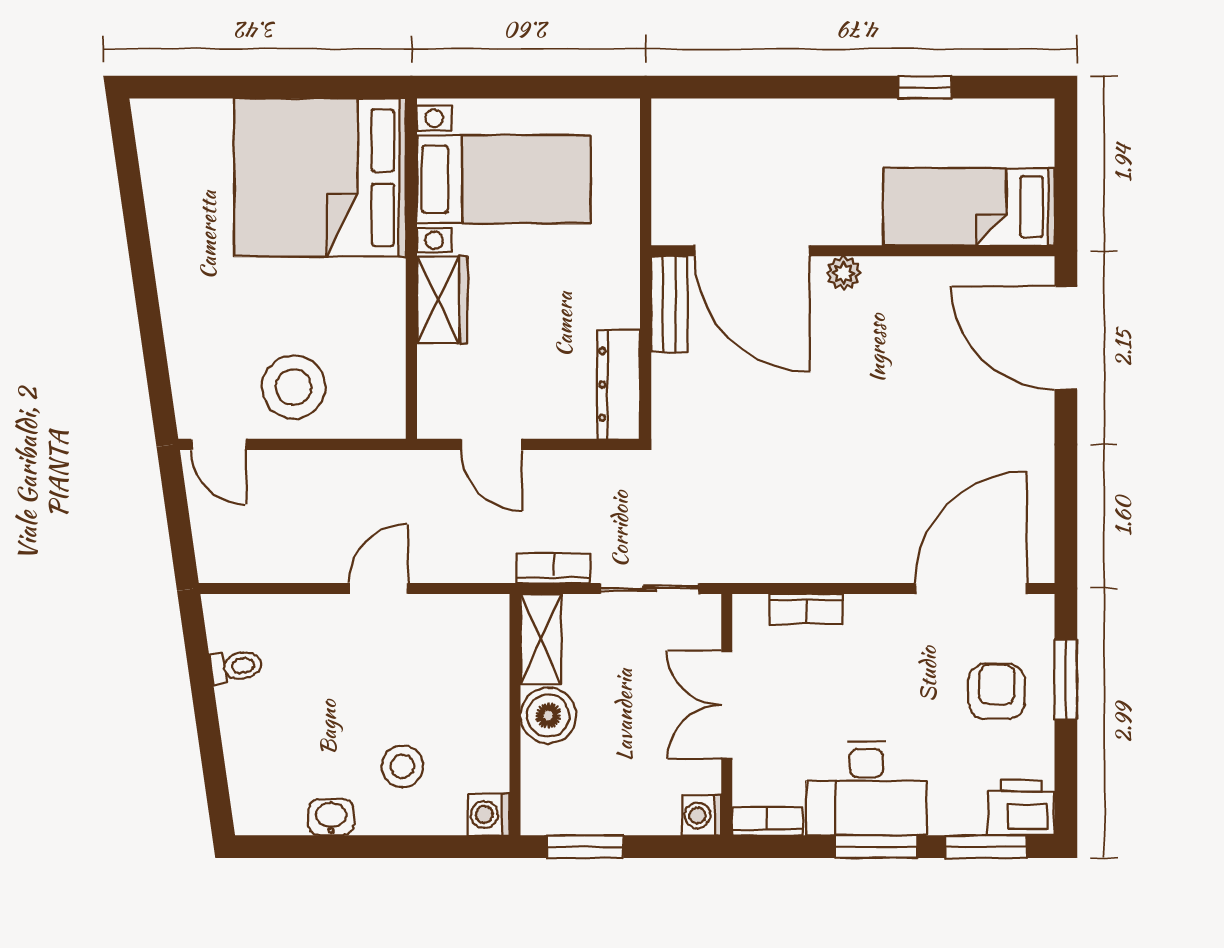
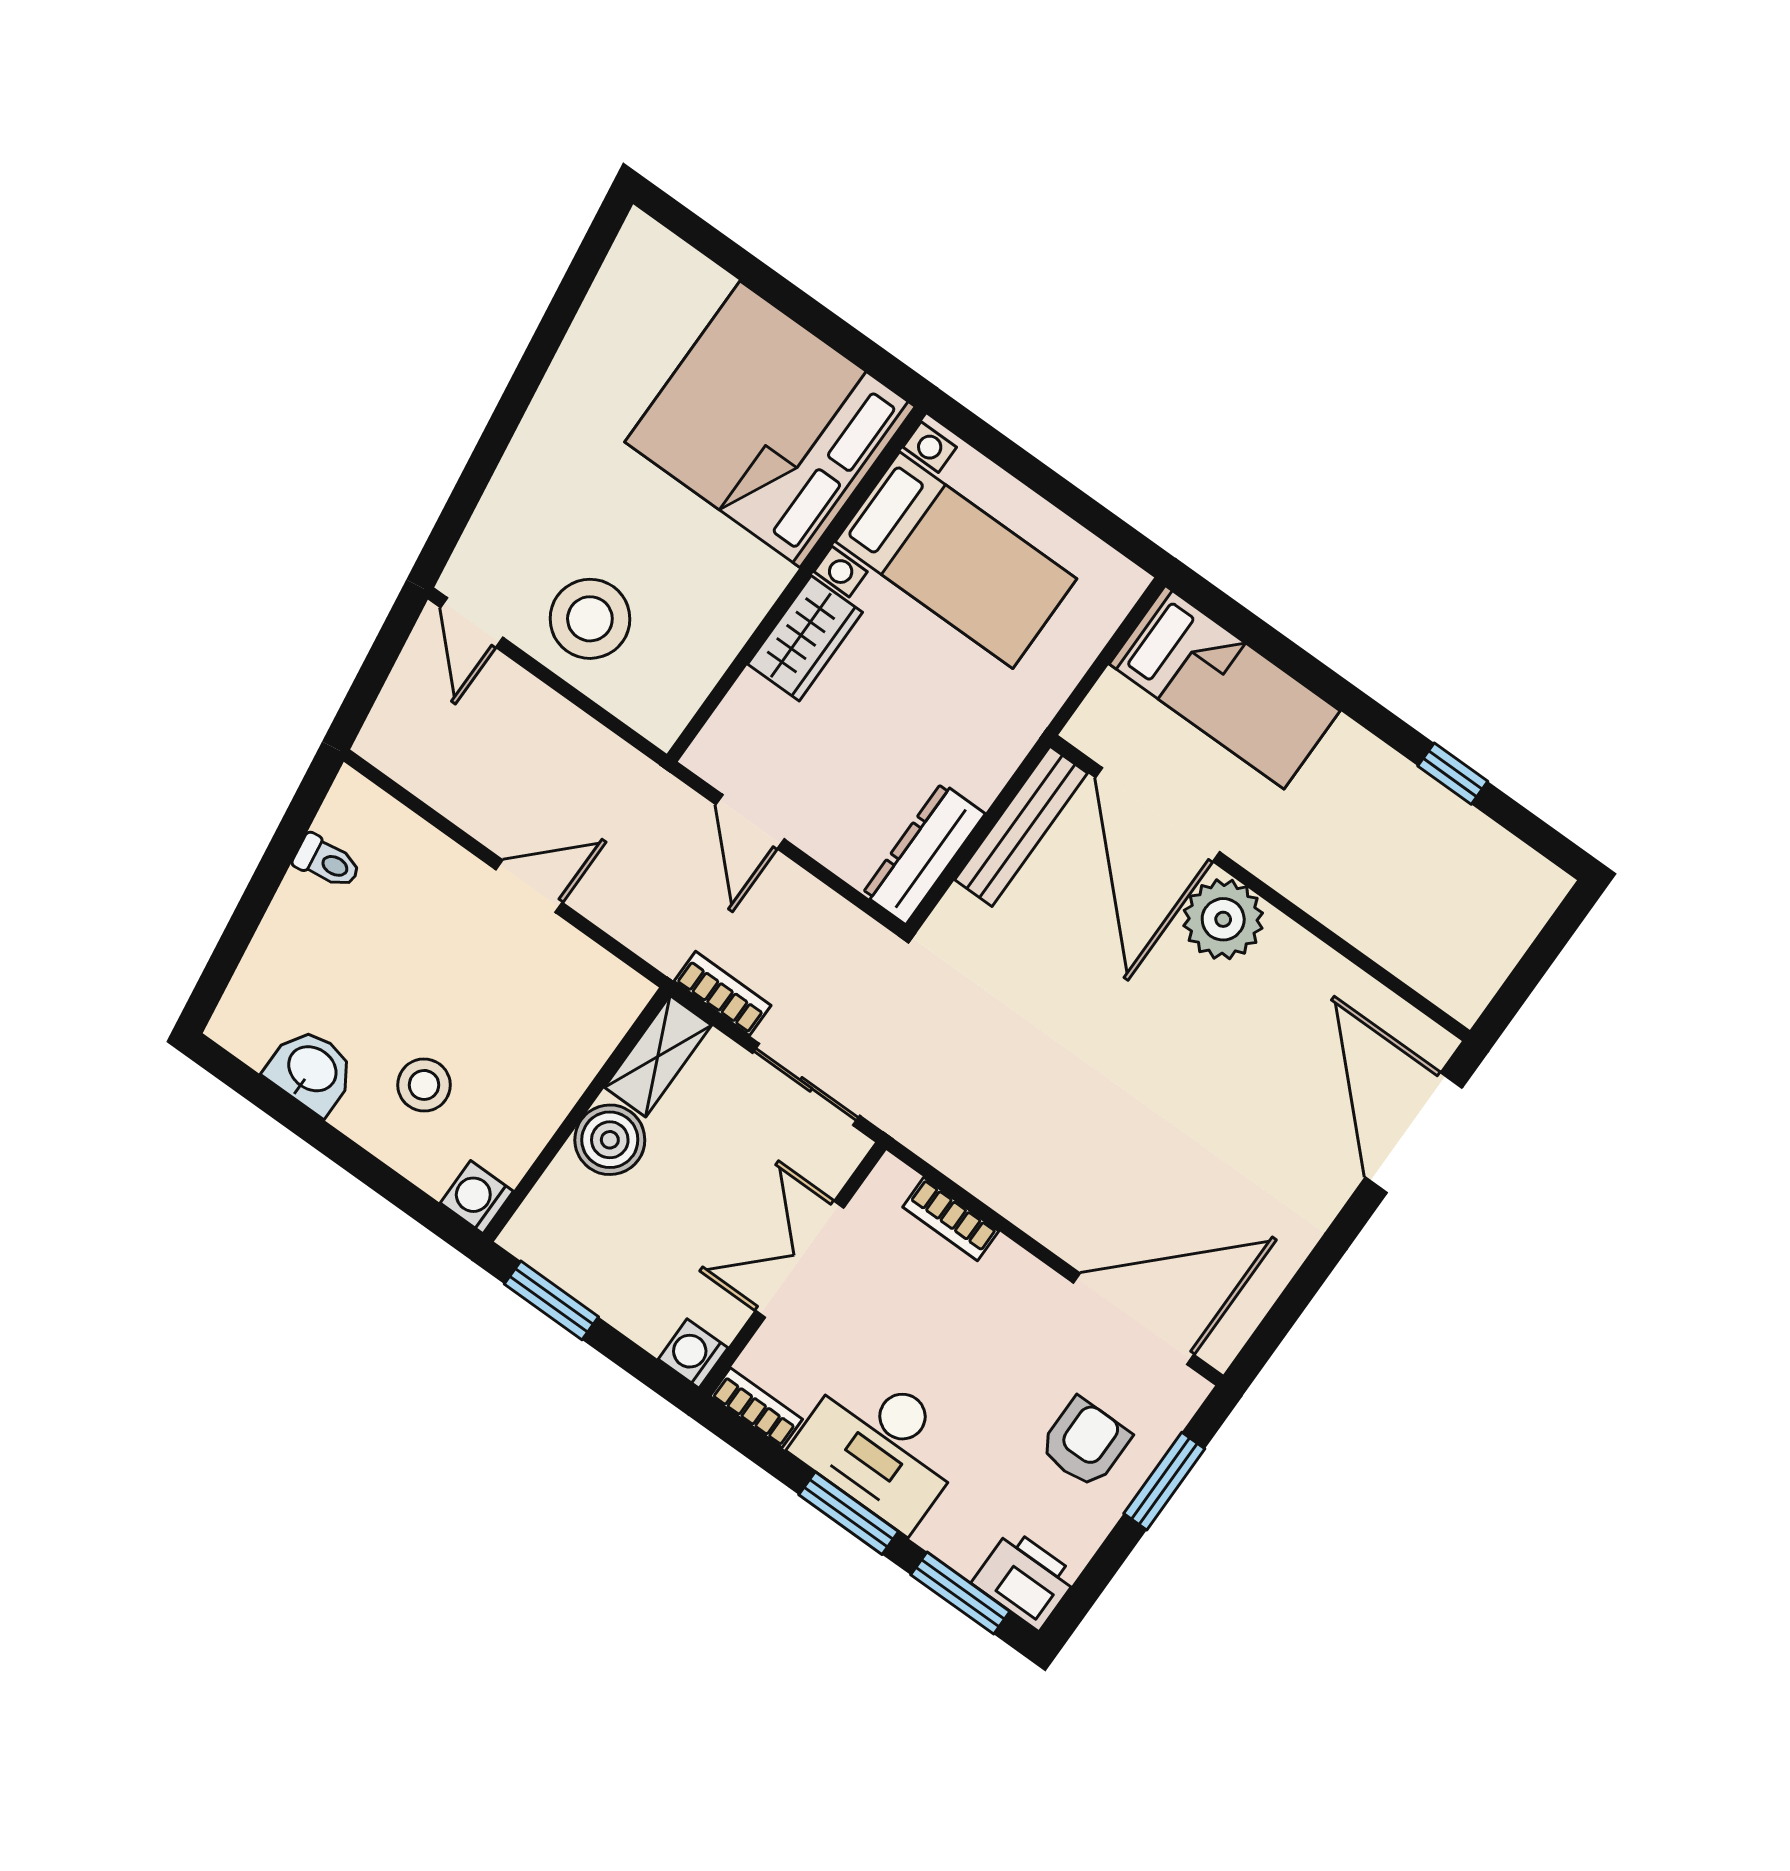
bed: (969, 207) -> (1225, 687), moved, turned 180
plant: (843, 273) -> (1223, 919), width x1.87, depth x1.87
bench: (669, 304) -> (1021, 826), width x1.36
washbasin: (331, 817) -> (311, 1070), width x1.38, depth x1.45

